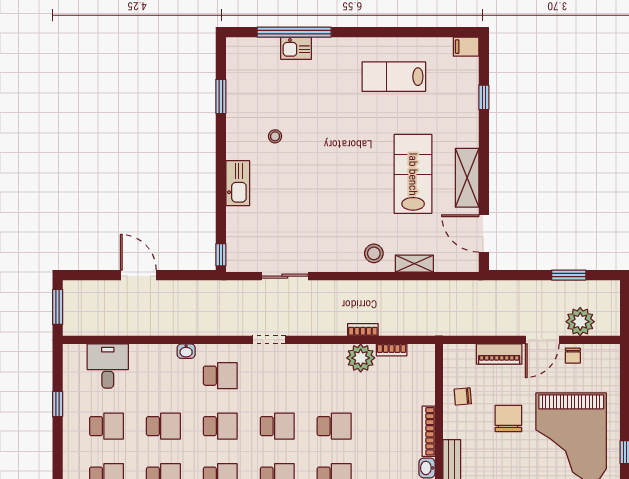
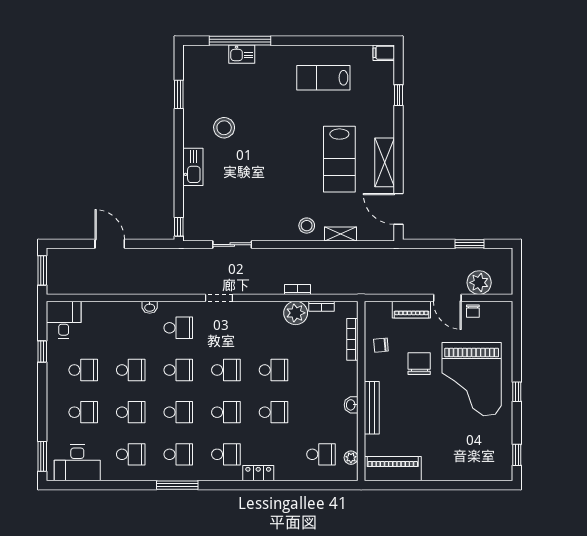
stool: (275, 136) -> (224, 128), width x1.89, depth x1.89
lab bench: (413, 174) -> (339, 159), turned 180
door: (542, 340) -> (447, 298), hinge flipped
desk: (108, 366) -> (64, 320), moved
bookcase: (429, 431) -> (352, 339), moved

